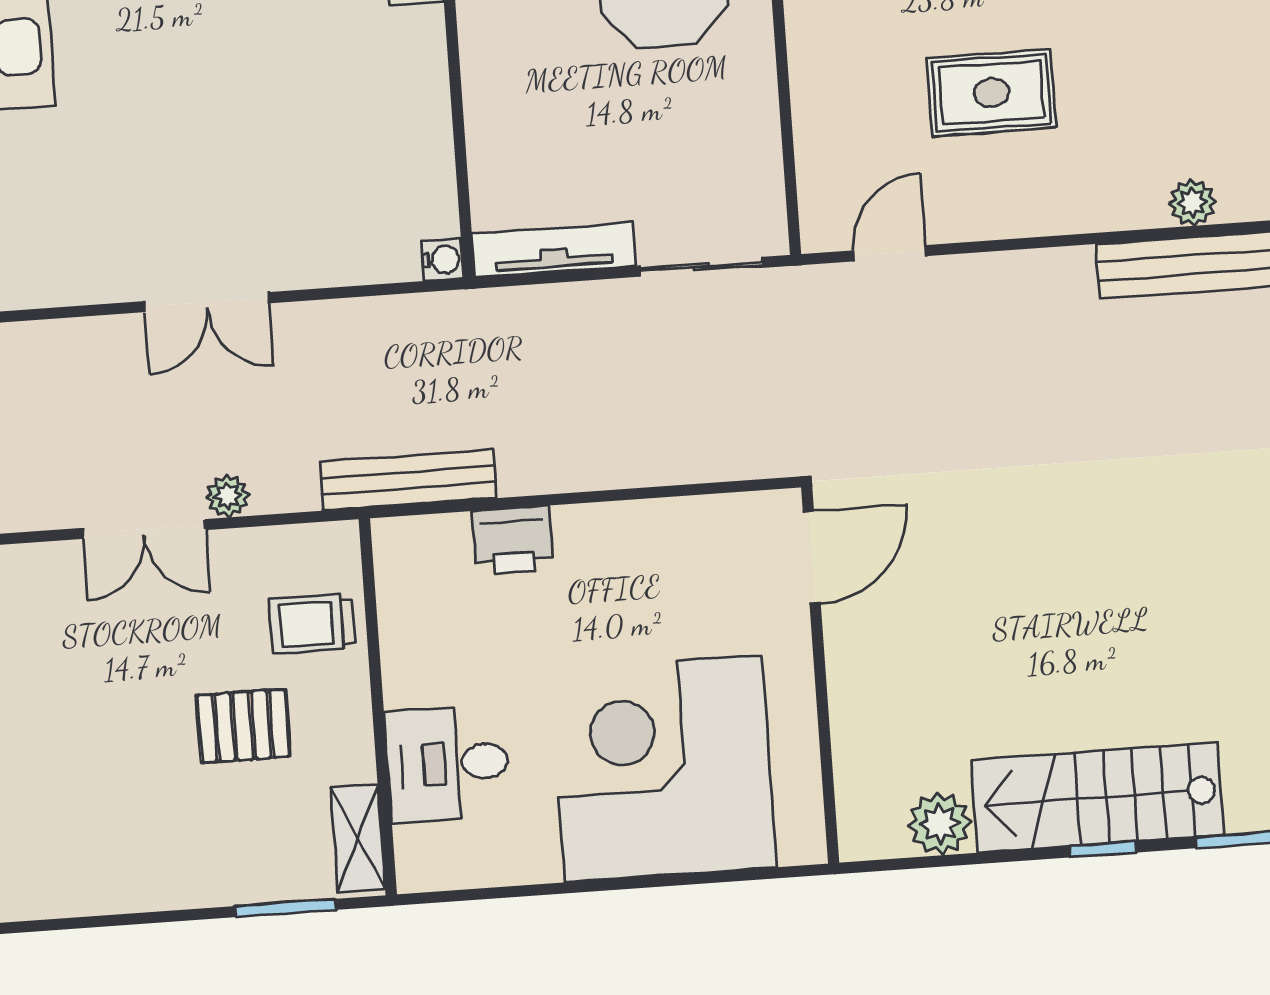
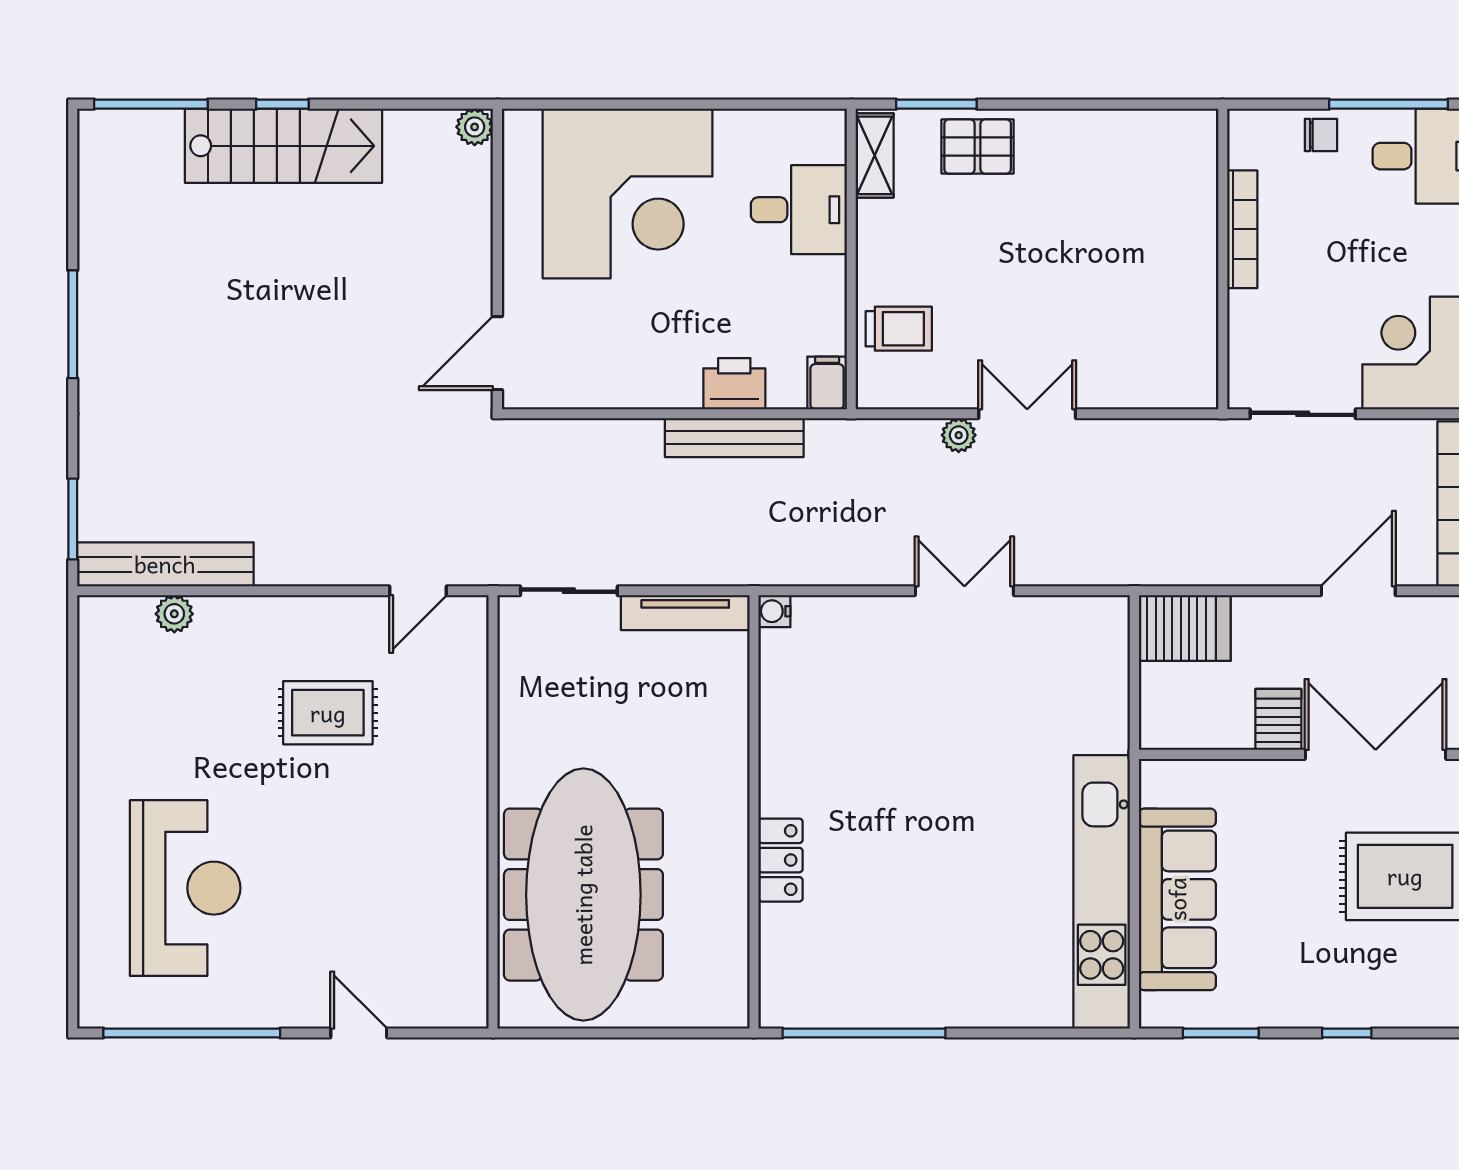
bench: (408, 480) -> (734, 438), moved
filing cabinet: (397, 550) -> (827, 383), added
pallet: (243, 726) -> (978, 147), moved
plant: (940, 824) -> (475, 127), moved, width x0.73, depth x0.73

